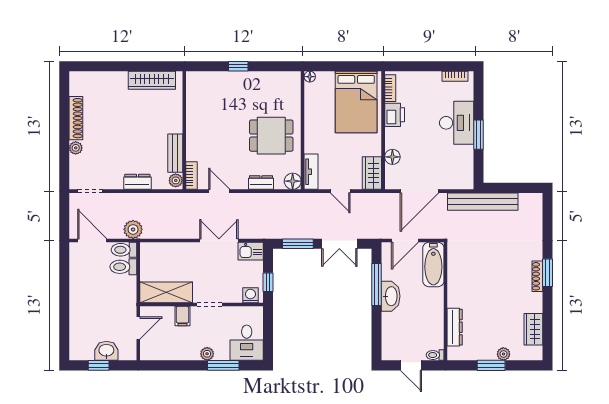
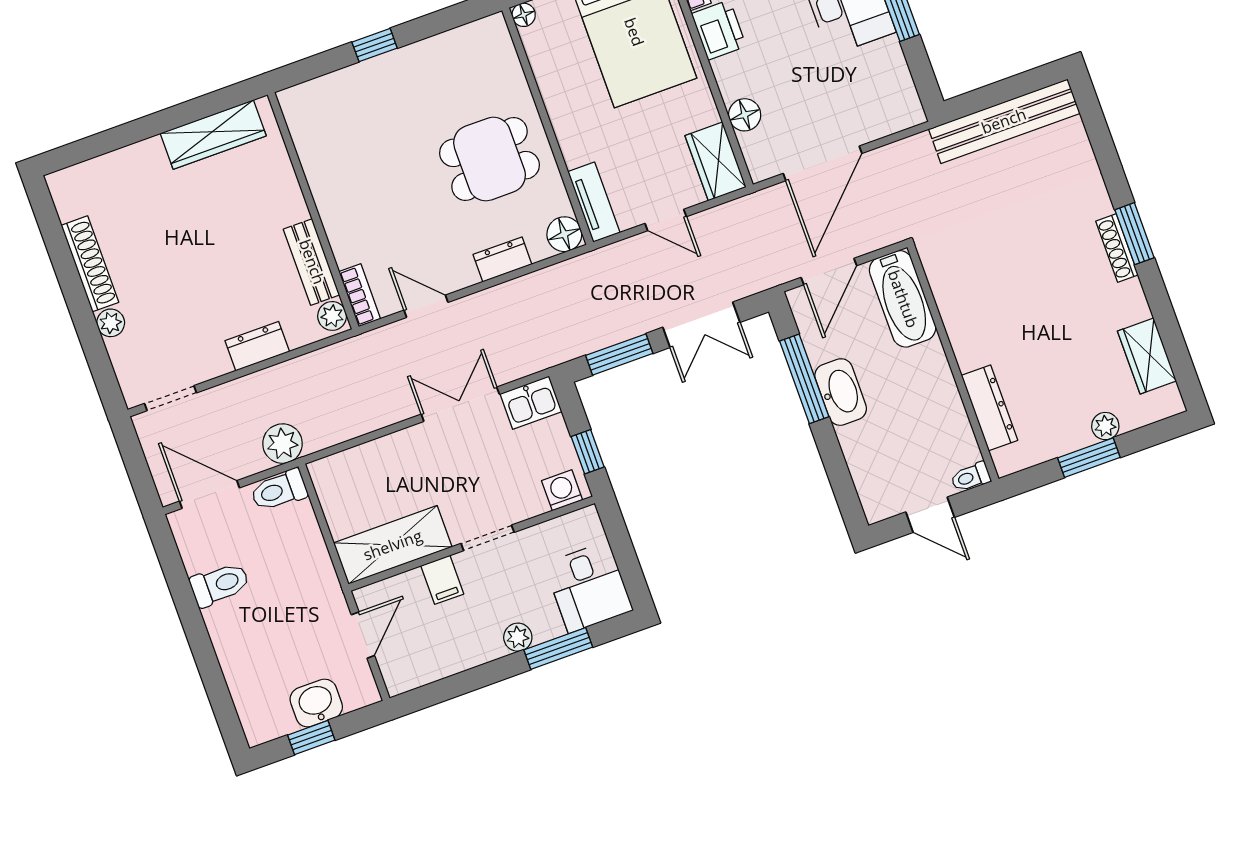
bench: (483, 202) -> (1004, 121), moved
toilet: (123, 267) -> (220, 584), moved, turned 180

